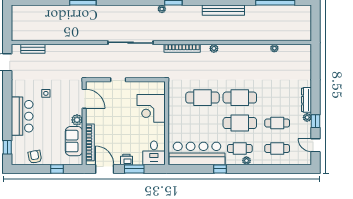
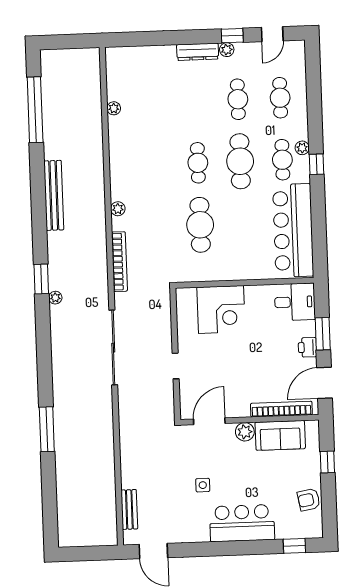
cafe table: (240, 98) -> (198, 163), width x0.73, depth x0.74
window: (220, 169) -> (317, 164), moved

